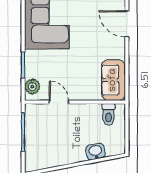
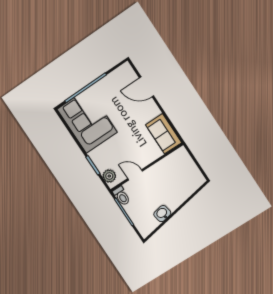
toilet: (109, 114) -> (122, 196), moved
washbasin: (95, 151) -> (162, 214), moved

